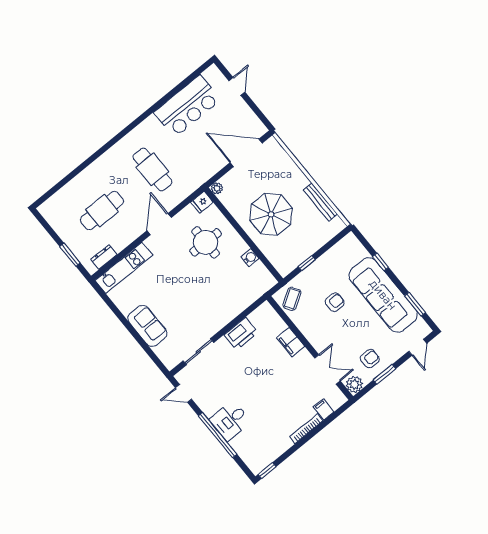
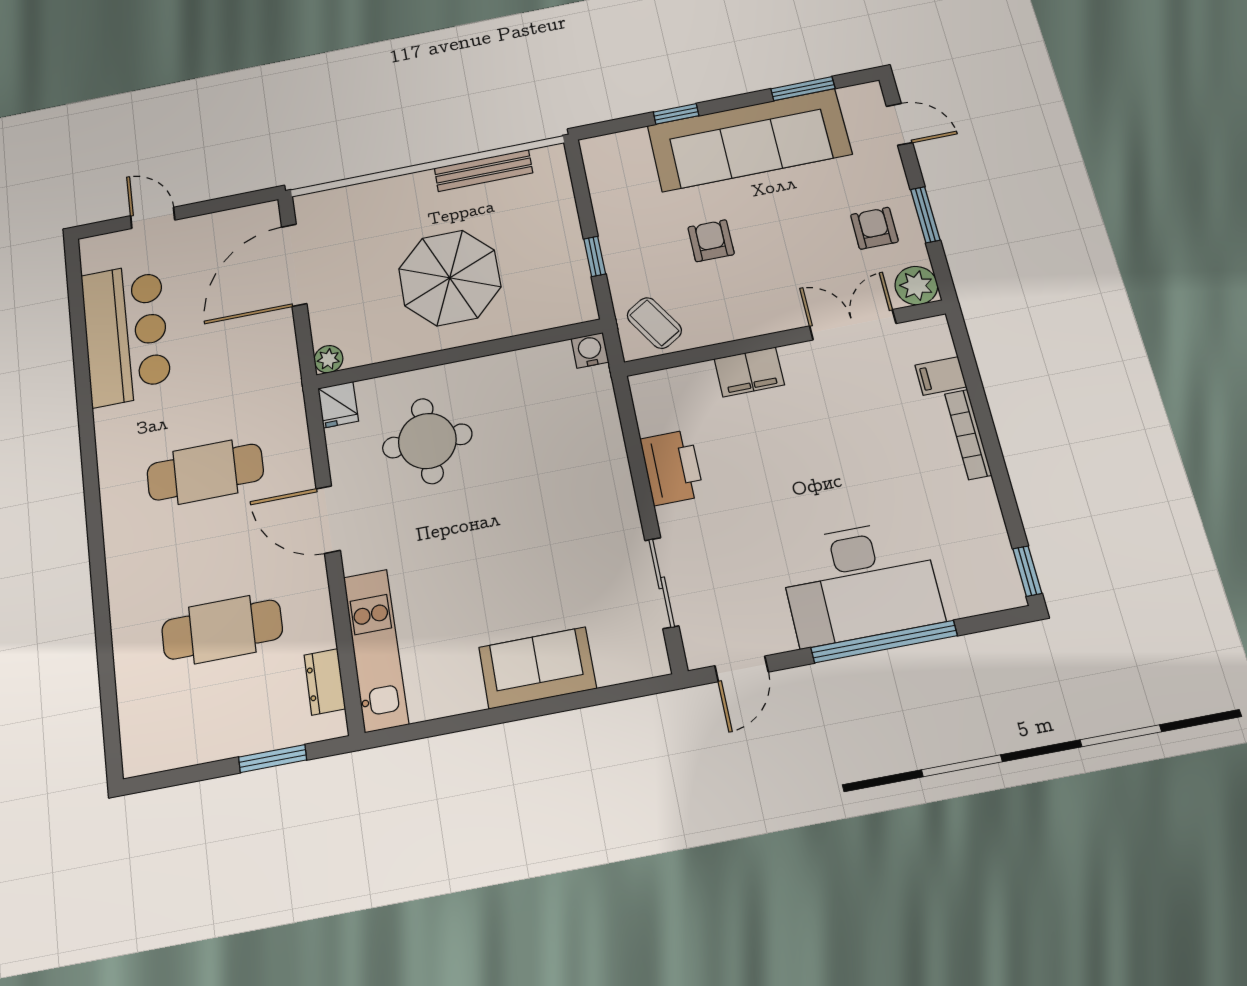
cafe table: (102, 211) -> (222, 630), turned 90
water cooler: (250, 258) -> (590, 350), moved
desk: (230, 421) -> (860, 582), width x1.87, depth x1.30

